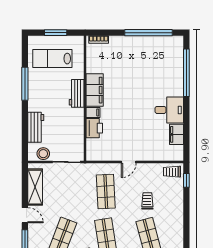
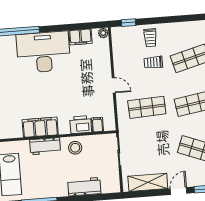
desk: (169, 110) -> (43, 52), width x1.87, depth x1.30
filing cabinet: (93, 112) -> (97, 125), moved
stool: (43, 154) -> (75, 148), moved
plant: (179, 156) -> (103, 33), added
trolley: (172, 172) -> (150, 38), moved

